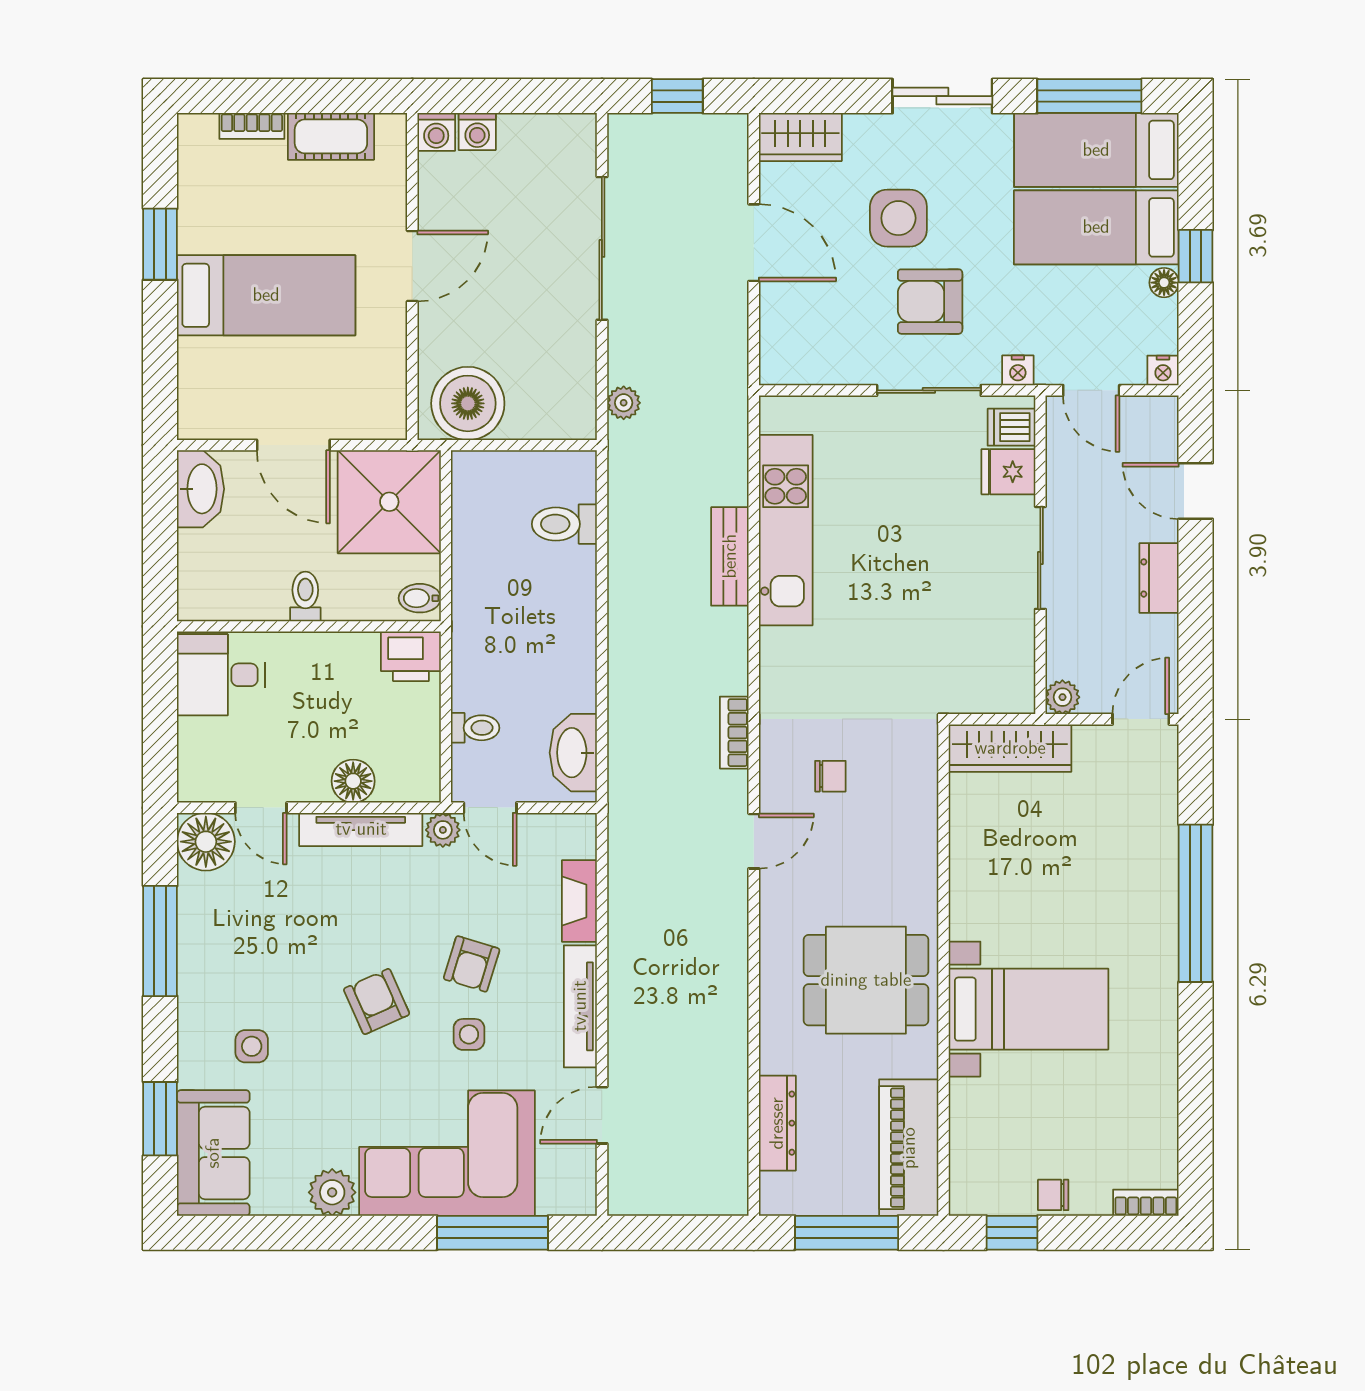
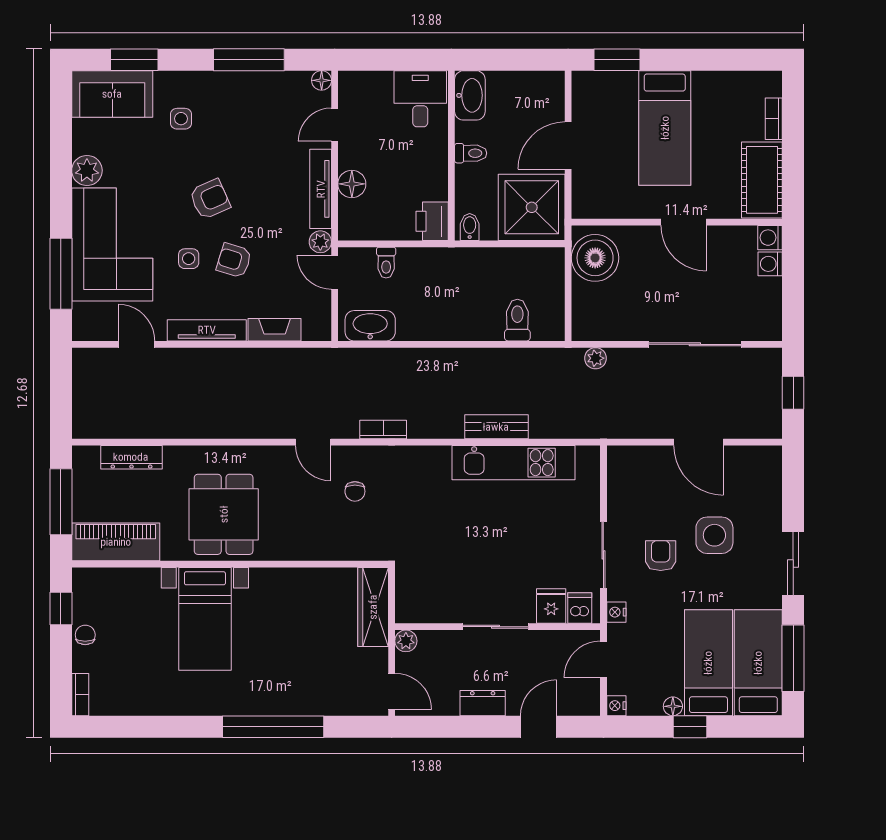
cot: (331, 136) -> (762, 180), width x1.37, depth x1.34
wardrobe: (800, 137) -> (767, 472), removed
door: (754, 243) -> (699, 442), hinge flipped
window: (160, 244) -> (617, 60), moved
armchair: (930, 302) -> (661, 556), width x0.72, depth x0.72
washbasin: (201, 489) -> (470, 95), moved, turned -90
door: (490, 808) -> (335, 272), hinge flipped
floor lamp: (206, 842) -> (322, 80), width x0.53, depth x0.53

